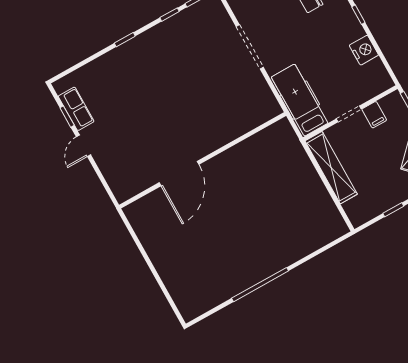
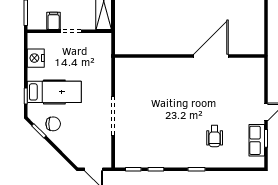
nightstand: (364, 50) -> (36, 58), moved
wheelchair: (125, 87) -> (215, 136), added
hospital bed: (300, 100) -> (54, 92), moved, turned -90

